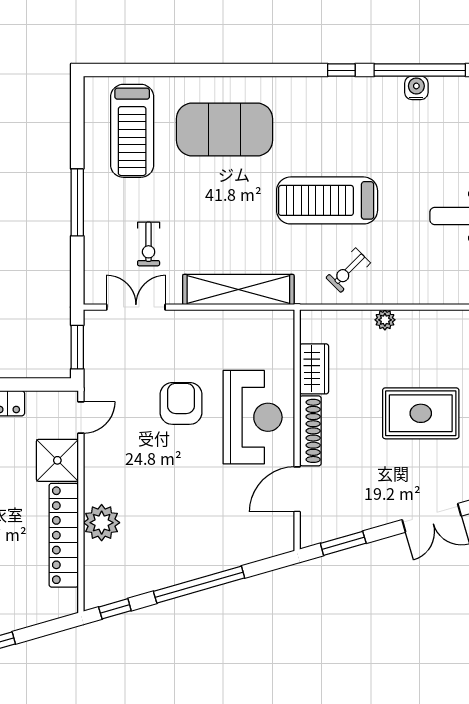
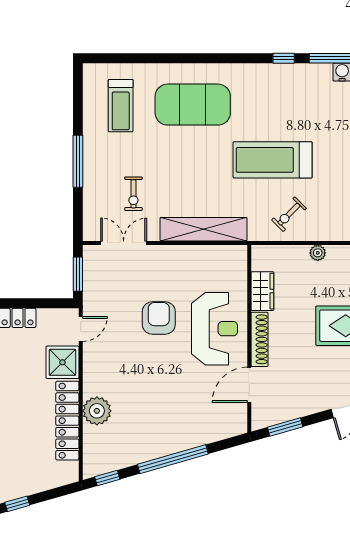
treadmill: (132, 131) -> (121, 106), width x0.73, depth x0.73

